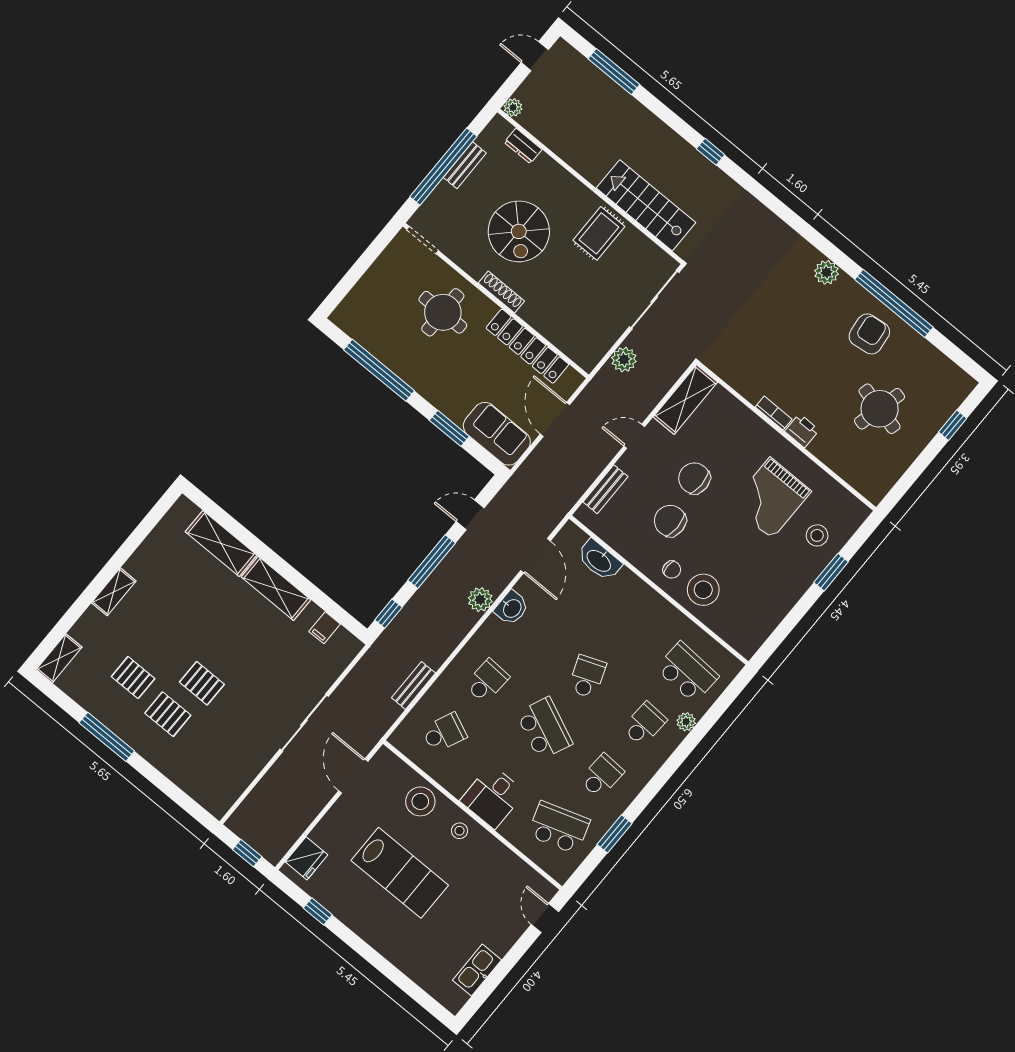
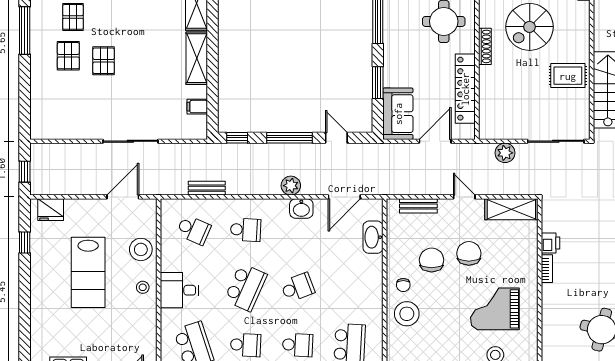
printer: (802, 431) -> (550, 243), moved

